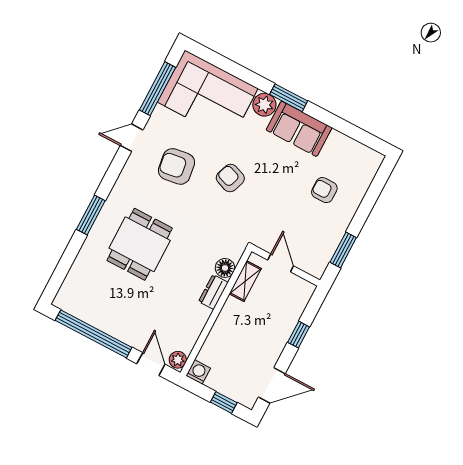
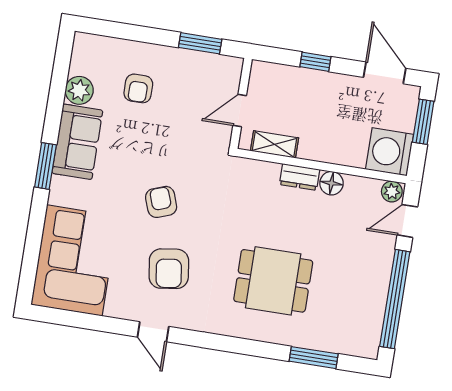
window: (157, 89) -> (86, 321), removed
plant: (264, 105) -> (79, 90), moved
armchair: (230, 178) -> (161, 202), turned 140
window: (91, 215) -> (314, 358), moved
floor lamp: (225, 268) -> (331, 183), moved
washing machine: (198, 372) -> (390, 152), width x1.89, depth x1.89
window: (224, 402) -> (423, 122), width x1.50

